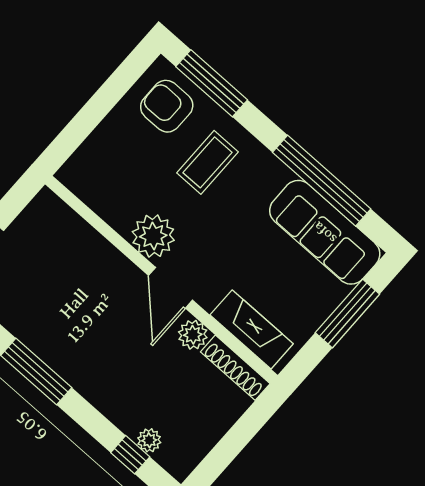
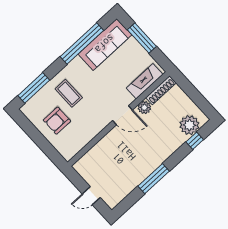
armchair: (167, 106) -> (57, 121), moved
plant: (153, 236) -> (99, 121), removed
plant: (149, 440) -> (189, 125), width x1.87, depth x1.87

